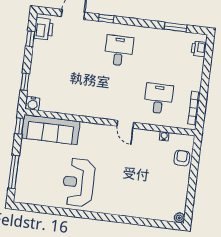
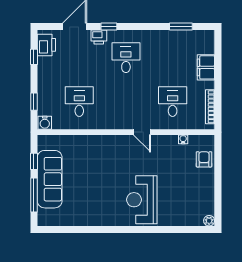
printer: (199, 49) -> (99, 37), moved, turned -90
filing cabinet: (195, 70) -> (206, 67), added
desk: (69, 87) -> (79, 102), added
window: (19, 126) -> (34, 161), moved
sofa: (51, 130) -> (50, 179), moved, turned -90
reception desk: (79, 182) -> (142, 200), moved

